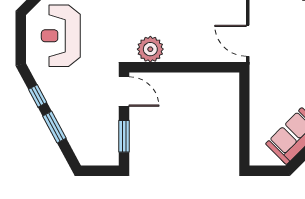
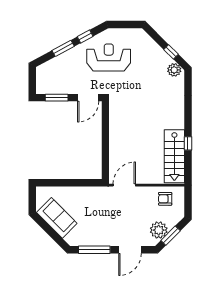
reception desk: (61, 36) -> (109, 57), moved
plant: (150, 49) -> (118, 116), removed

